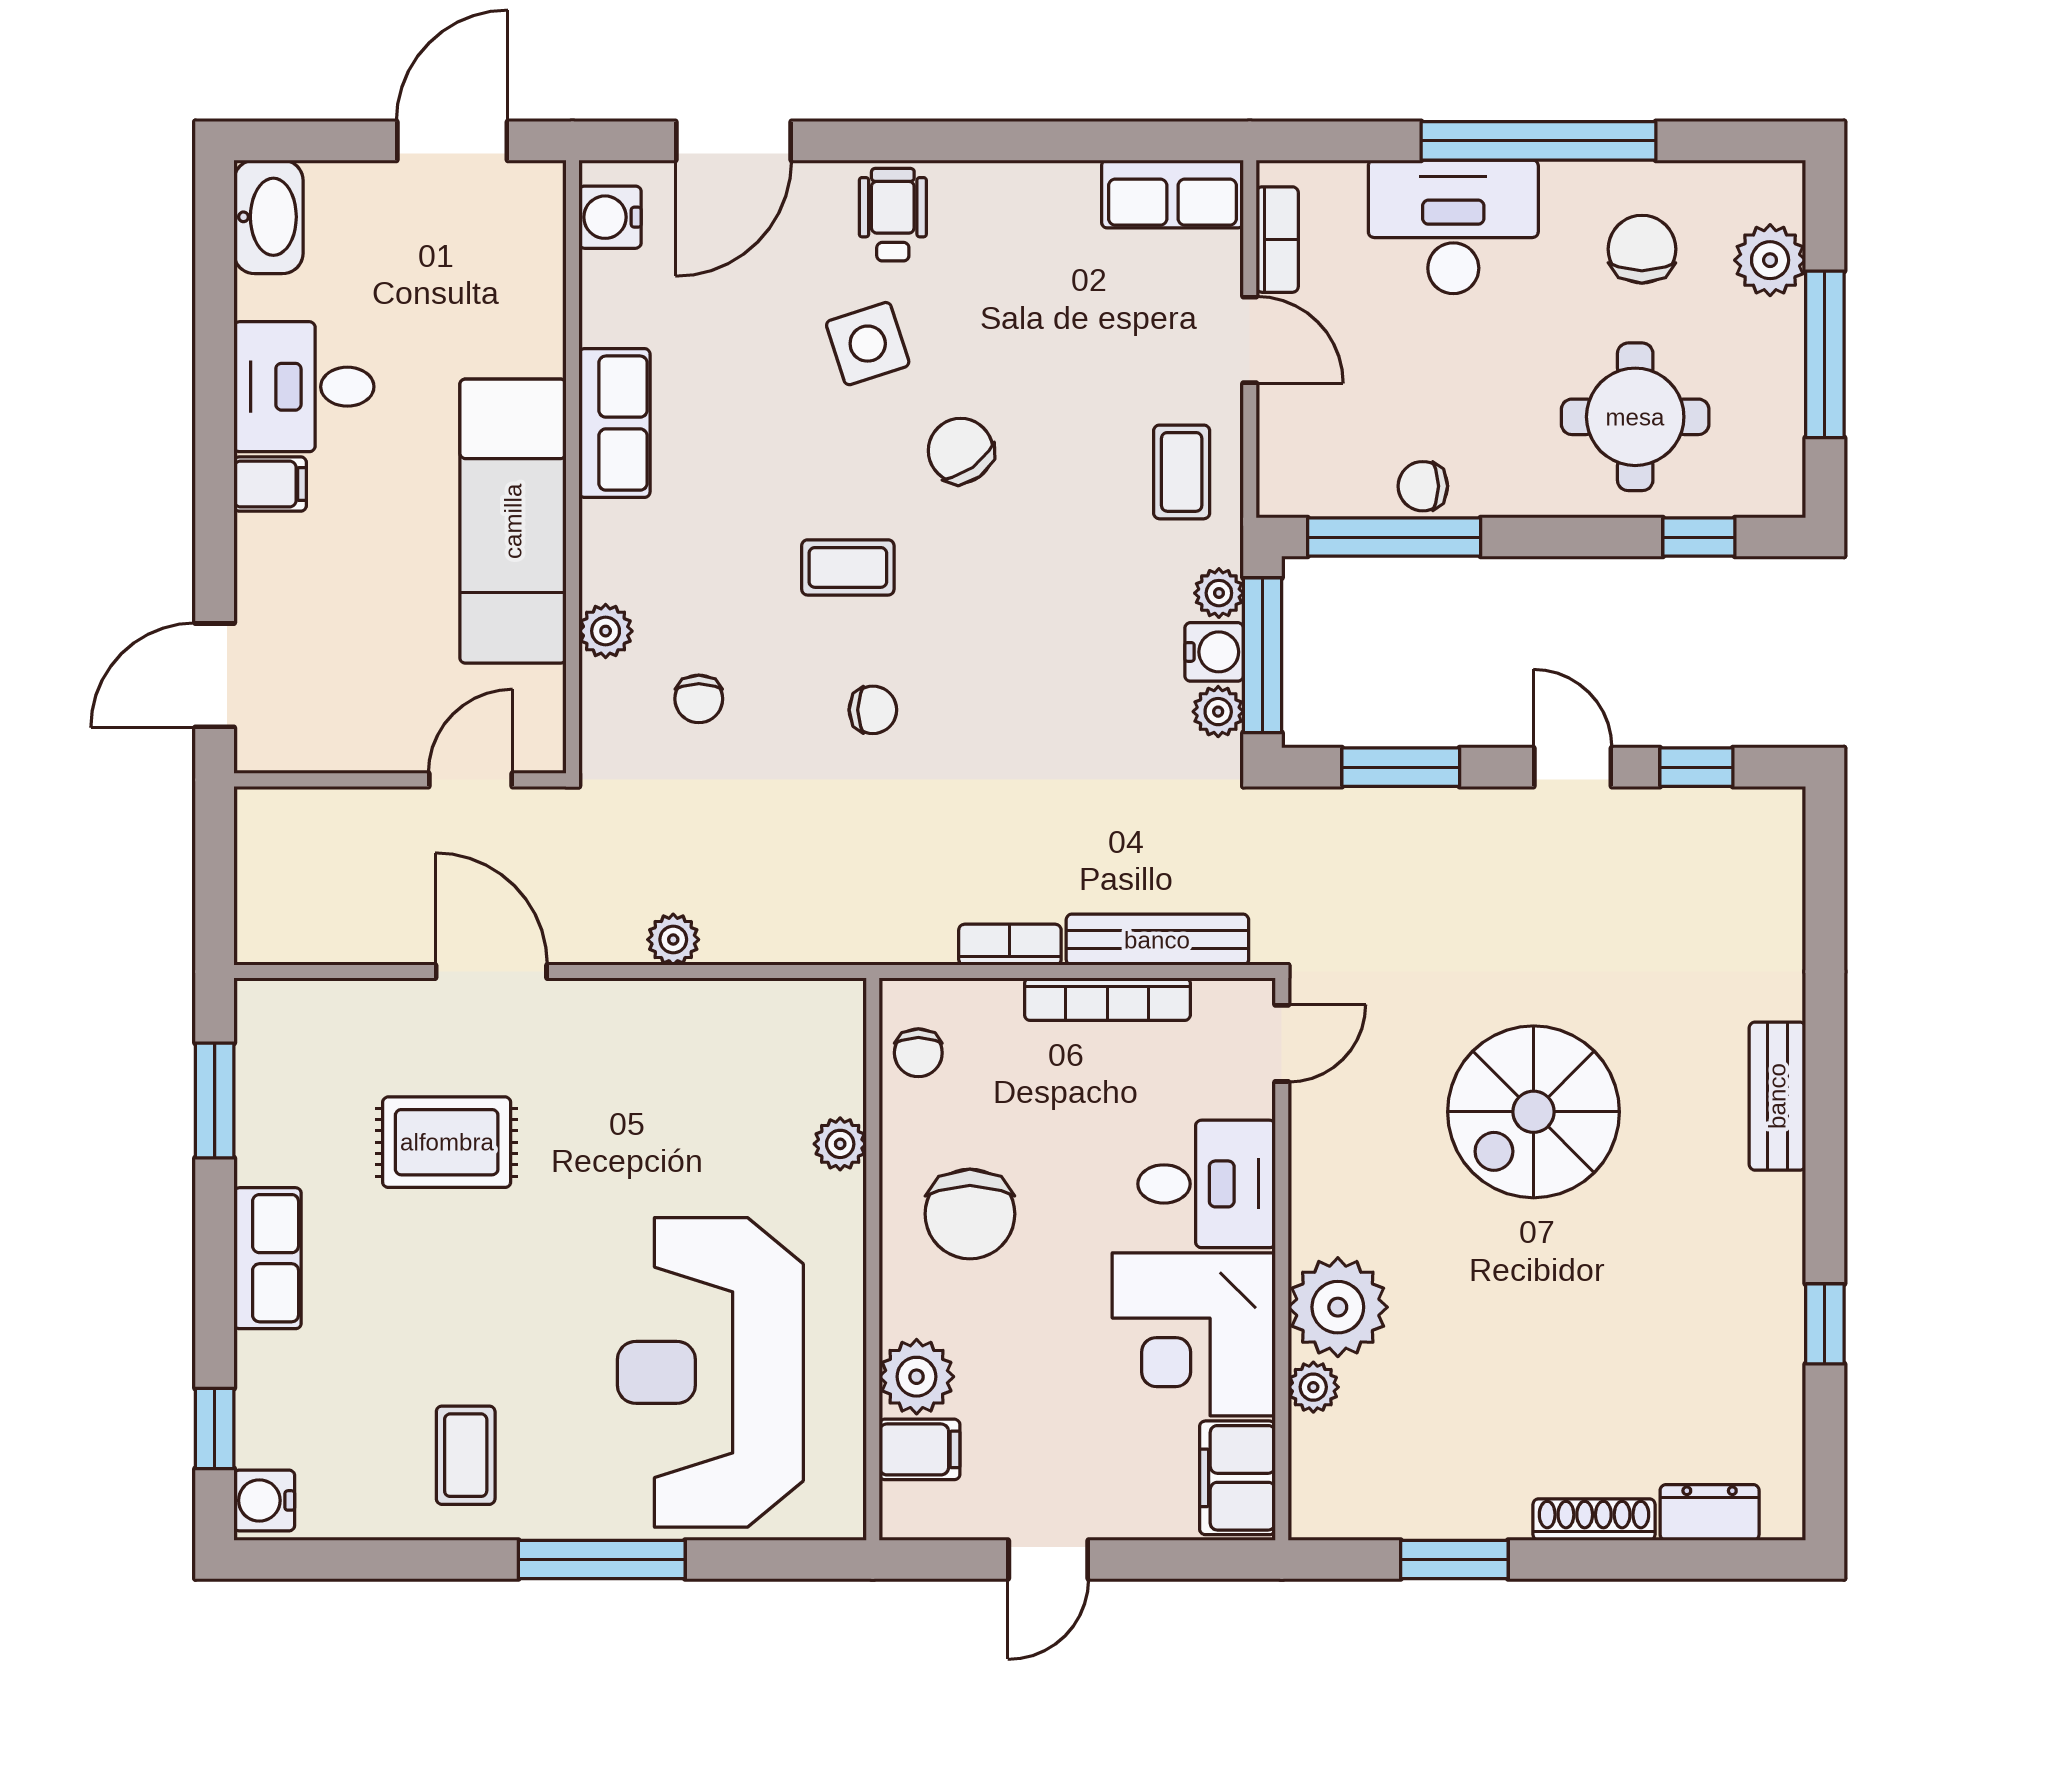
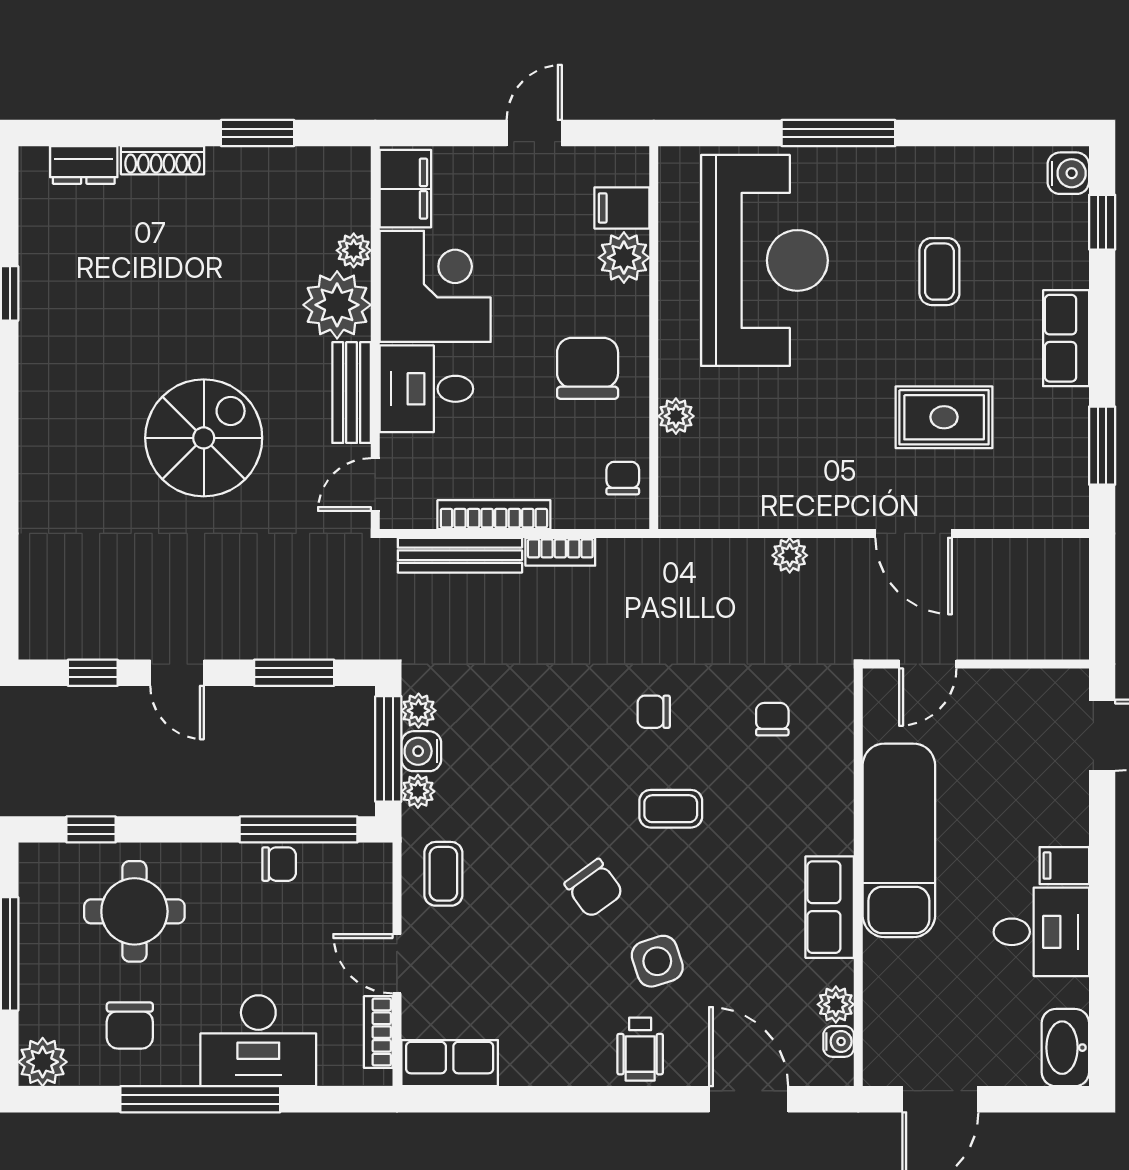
door: (733, 141) -> (749, 1099), hinge flipped
water cooler: (610, 217) -> (839, 1041), width x0.72, depth x0.72
plant: (1770, 260) -> (43, 1062), moved
plant: (606, 631) -> (836, 1004), moved
bench: (1777, 1096) -> (352, 393), moved
coffee table: (466, 1455) -> (939, 272), moved

